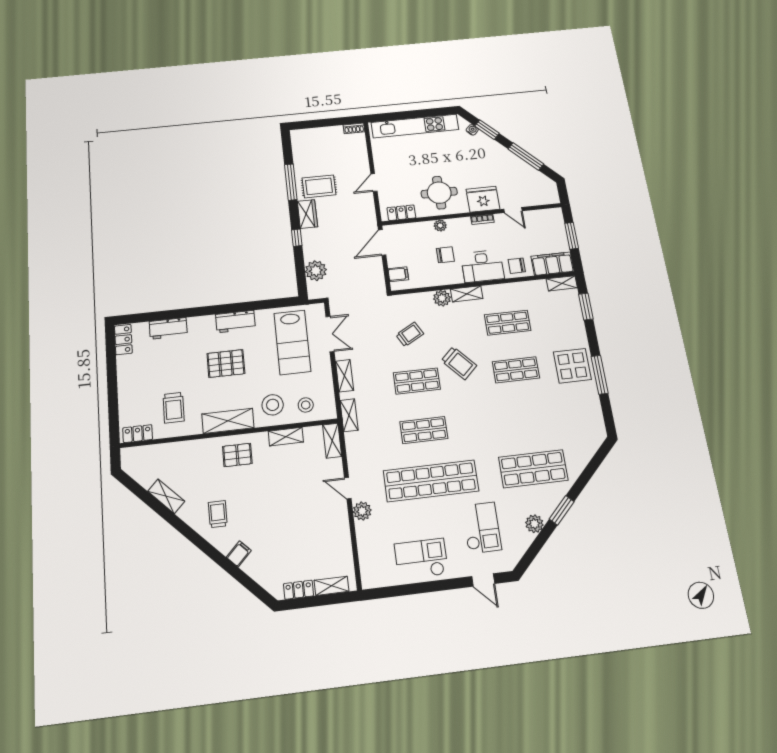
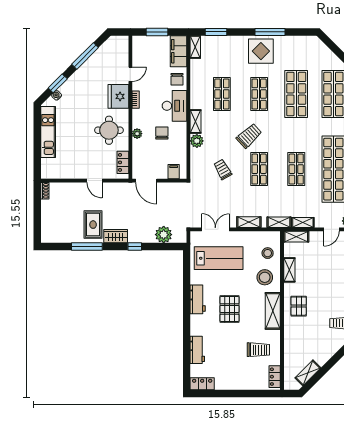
kitchen unit: (415, 126) -> (48, 132), width x0.73
shop shelf: (524, 418) -> (296, 94), added
shelving: (352, 448) -> (303, 223), added
shelving: (166, 496) -> (308, 373), moved

